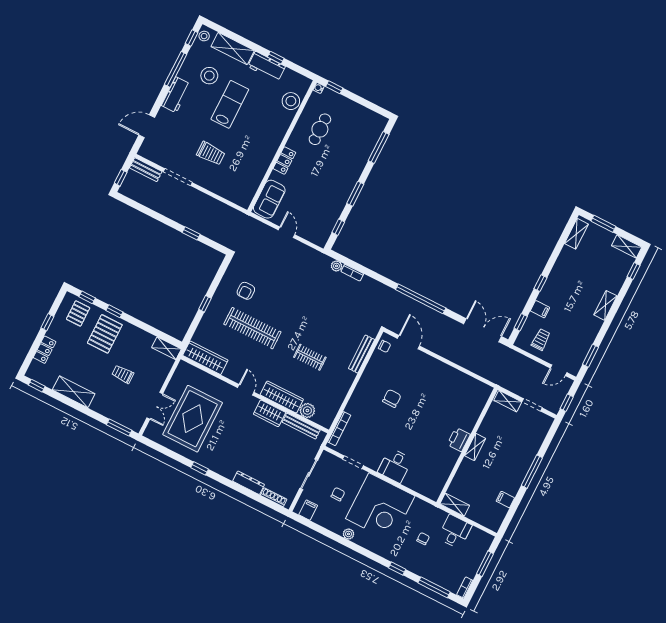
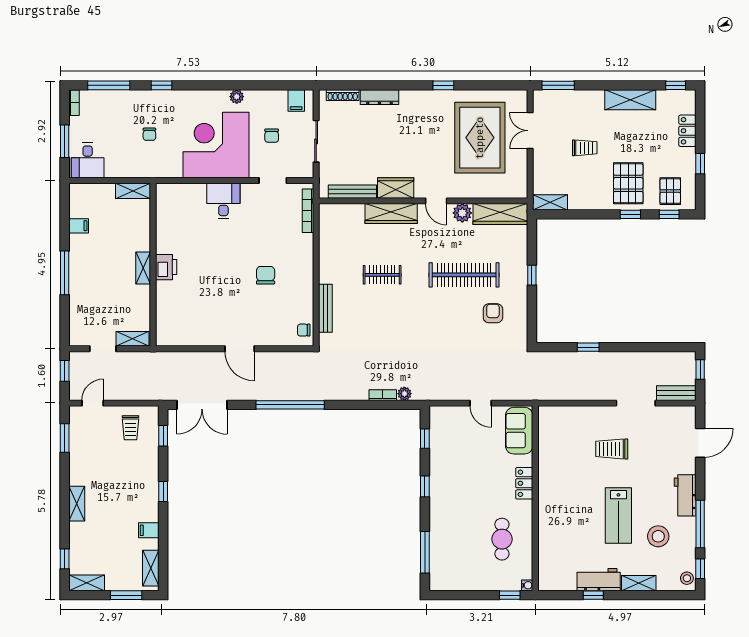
shelving: (233, 49) -> (639, 583), width x0.67, depth x0.75
stool: (291, 101) -> (551, 554), removed
window: (355, 194) -> (425, 486), width x0.67
filing cabinet: (540, 309) -> (149, 530), moved
door: (408, 342) -> (240, 349), moved
chair: (392, 398) -> (266, 275), turned 180
plant: (307, 411) -> (462, 213), moved
desk: (455, 532) -> (88, 160), moved

